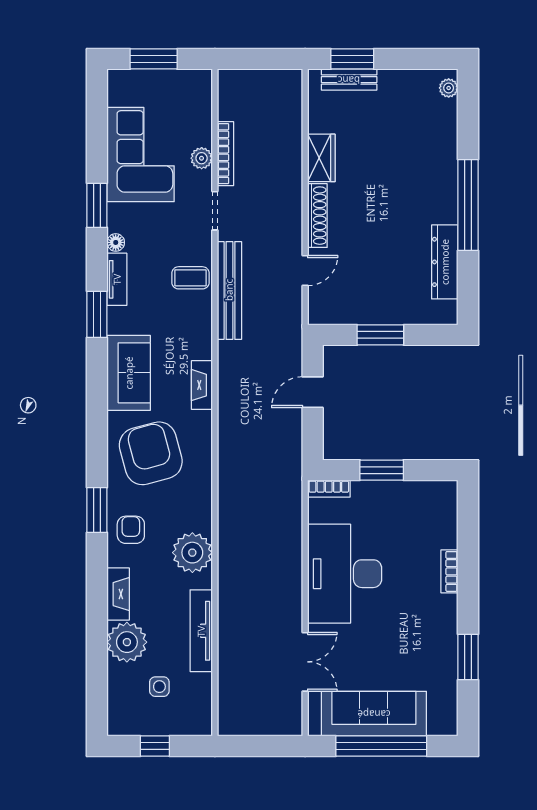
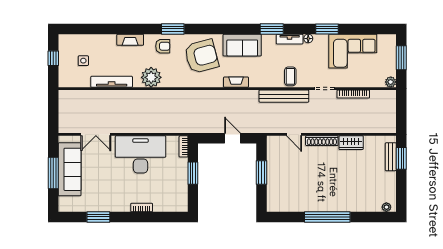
plant: (202, 158) -> (391, 82), moved
dresser: (445, 262) -> (298, 205), removed
plant: (127, 642) -> (106, 44), removed
window: (381, 746) -> (53, 173), width x0.68

